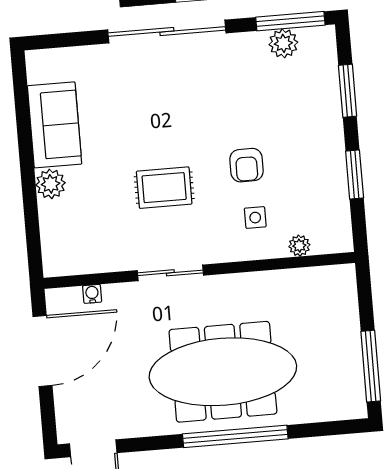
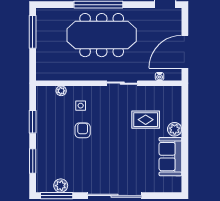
rug: (164, 188) -> (146, 120), moved

